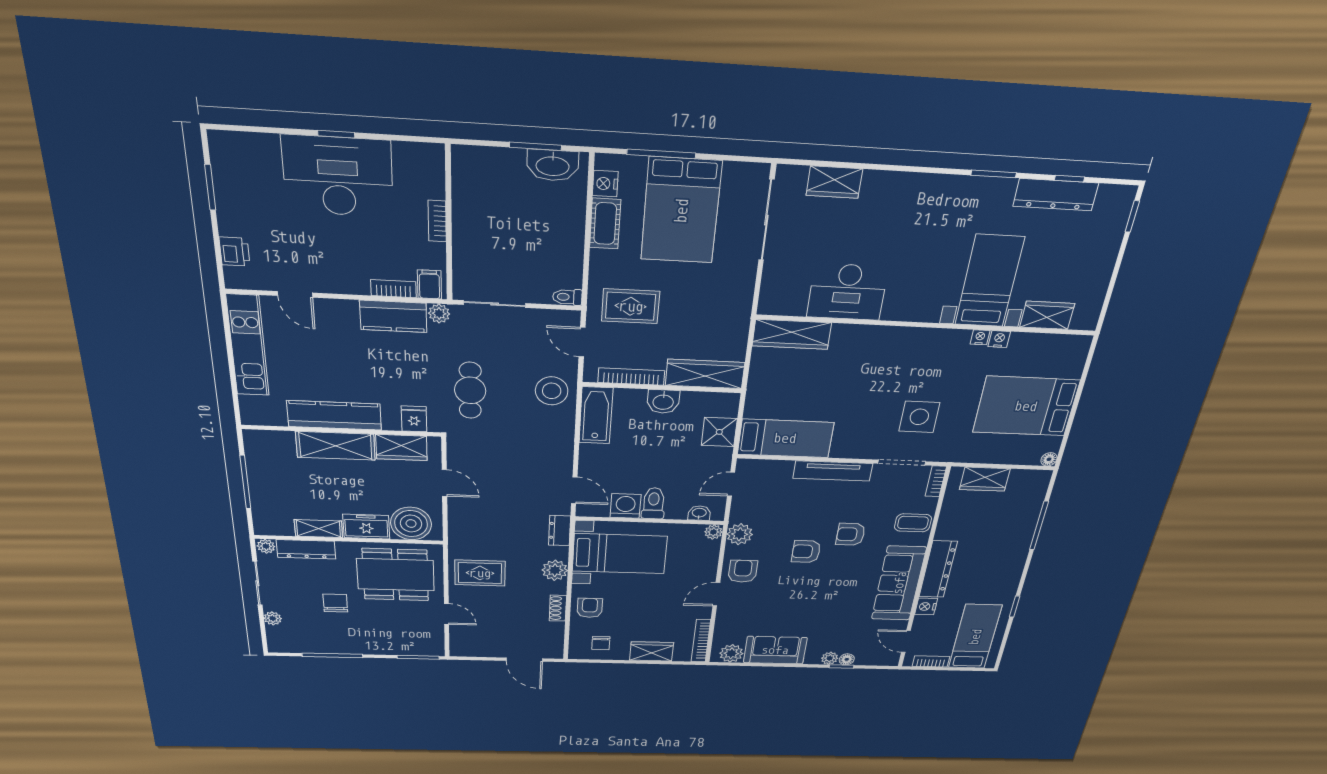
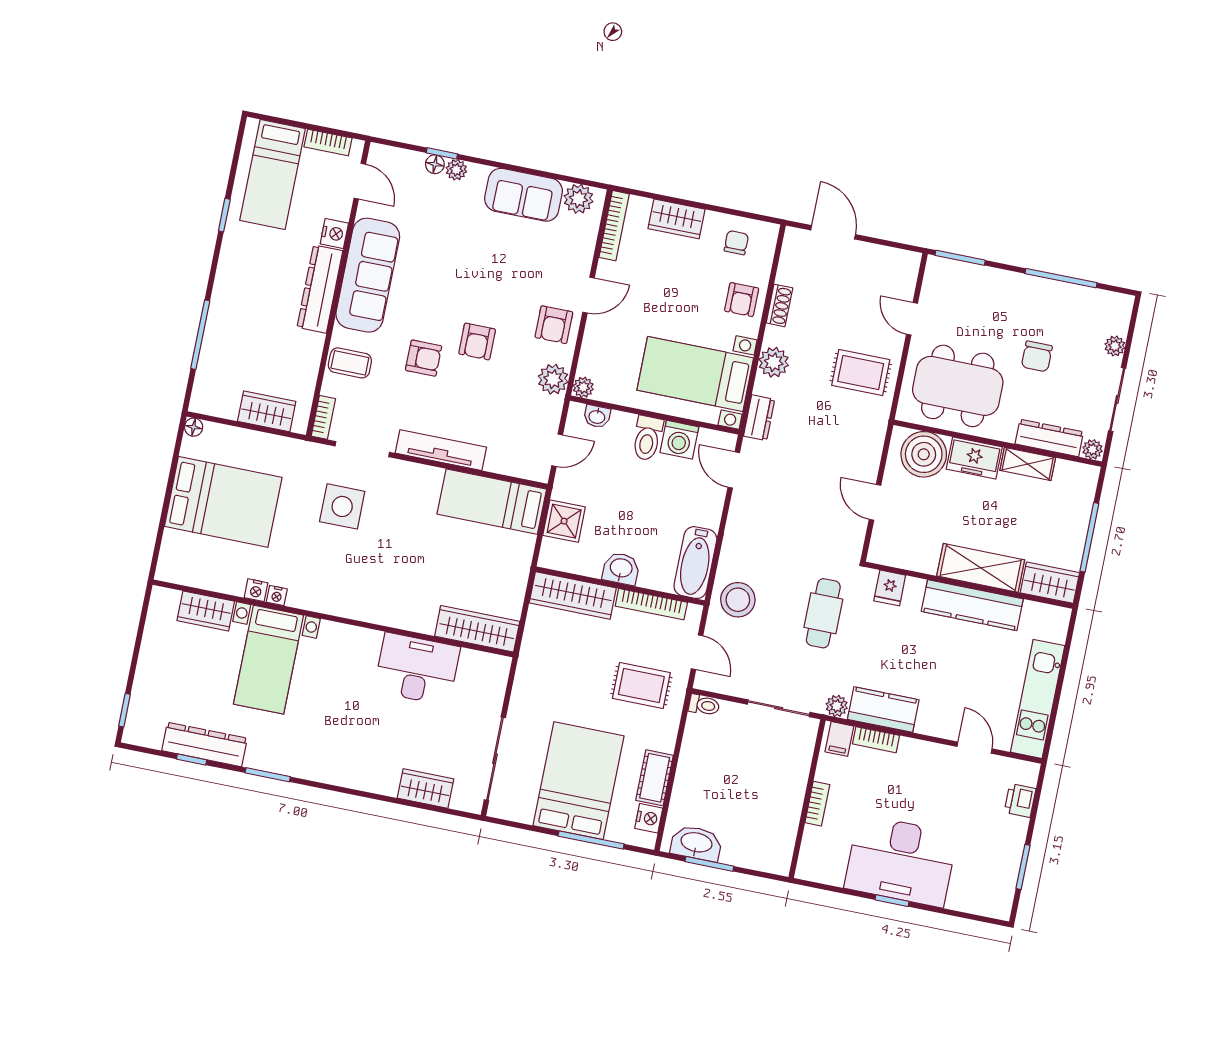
wardrobe: (401, 448) -> (1050, 583), moved
armchair: (806, 552) -> (477, 341), turned 90

